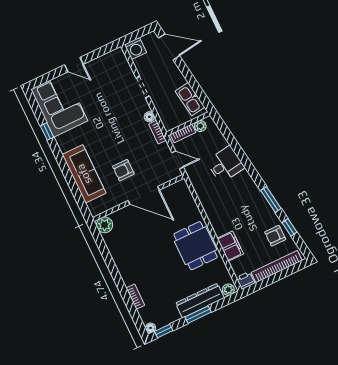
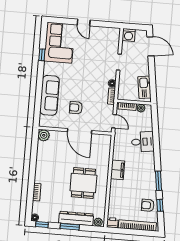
dining table: (196, 246) -> (83, 183), moved
filing cabinet: (230, 246) -> (118, 170), moved

